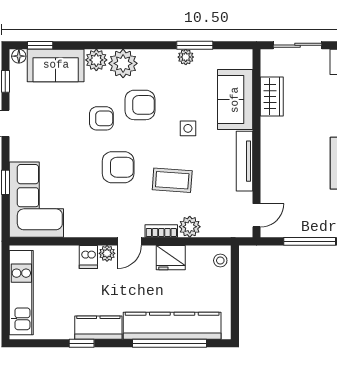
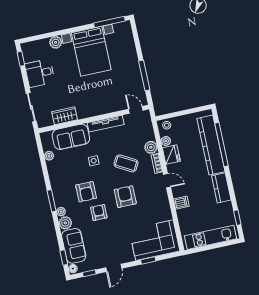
window: (195, 45) -> (52, 201), moved
plant: (186, 57) -> (49, 156), moved
plant: (123, 63) -> (61, 212), width x0.53, depth x0.53
armchair: (140, 105) -> (86, 192), turned 180
coffee table: (172, 180) -> (126, 163), turned -65
plant: (107, 253) -> (166, 141), moved
window: (82, 343) -> (237, 218), moved

